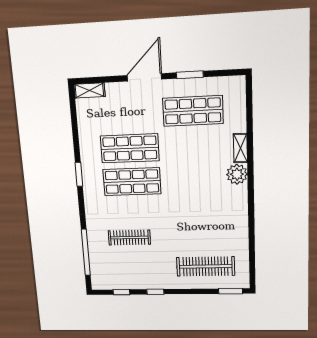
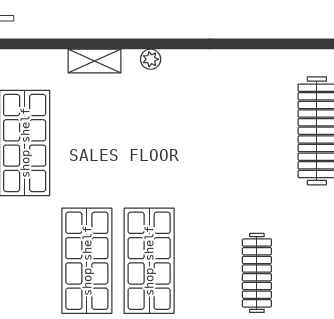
plant: (237, 174) -> (151, 59), width x0.53, depth x0.53

